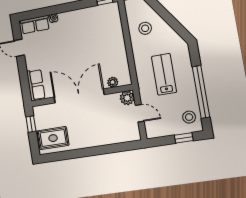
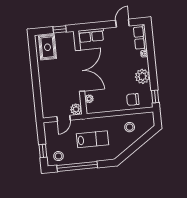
plant: (81, 18) -> (142, 76), added
chair: (110, 27) -> (133, 99), added

